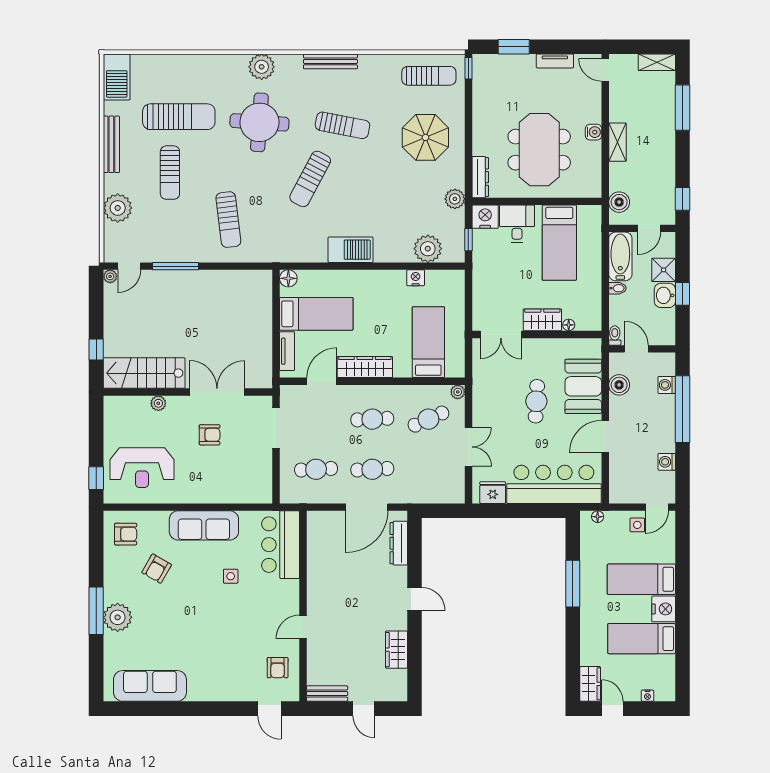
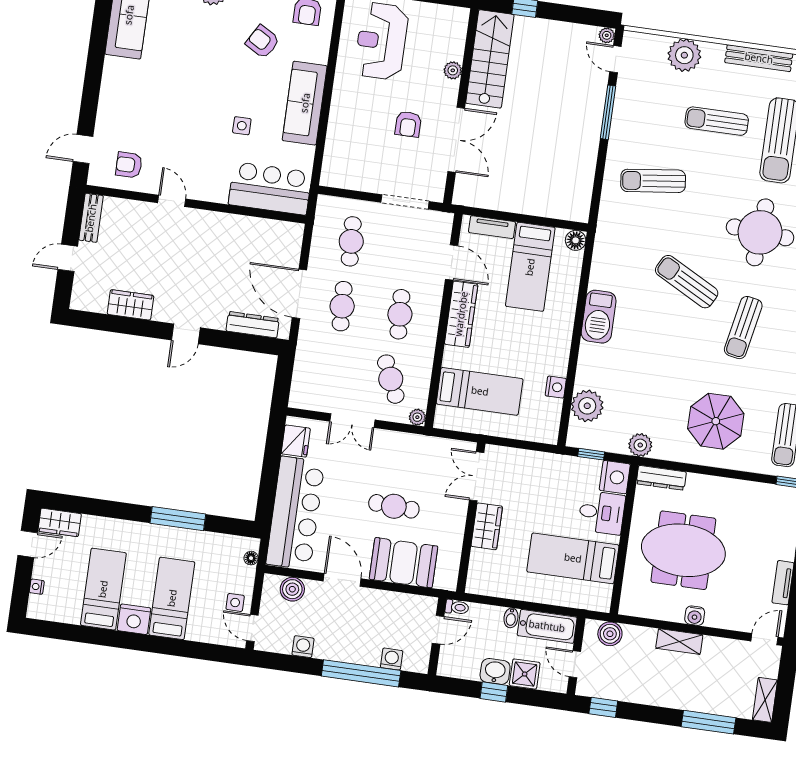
floor lamp: (569, 325) -> (477, 556), removed
boiler: (619, 385) -> (292, 589), moved

